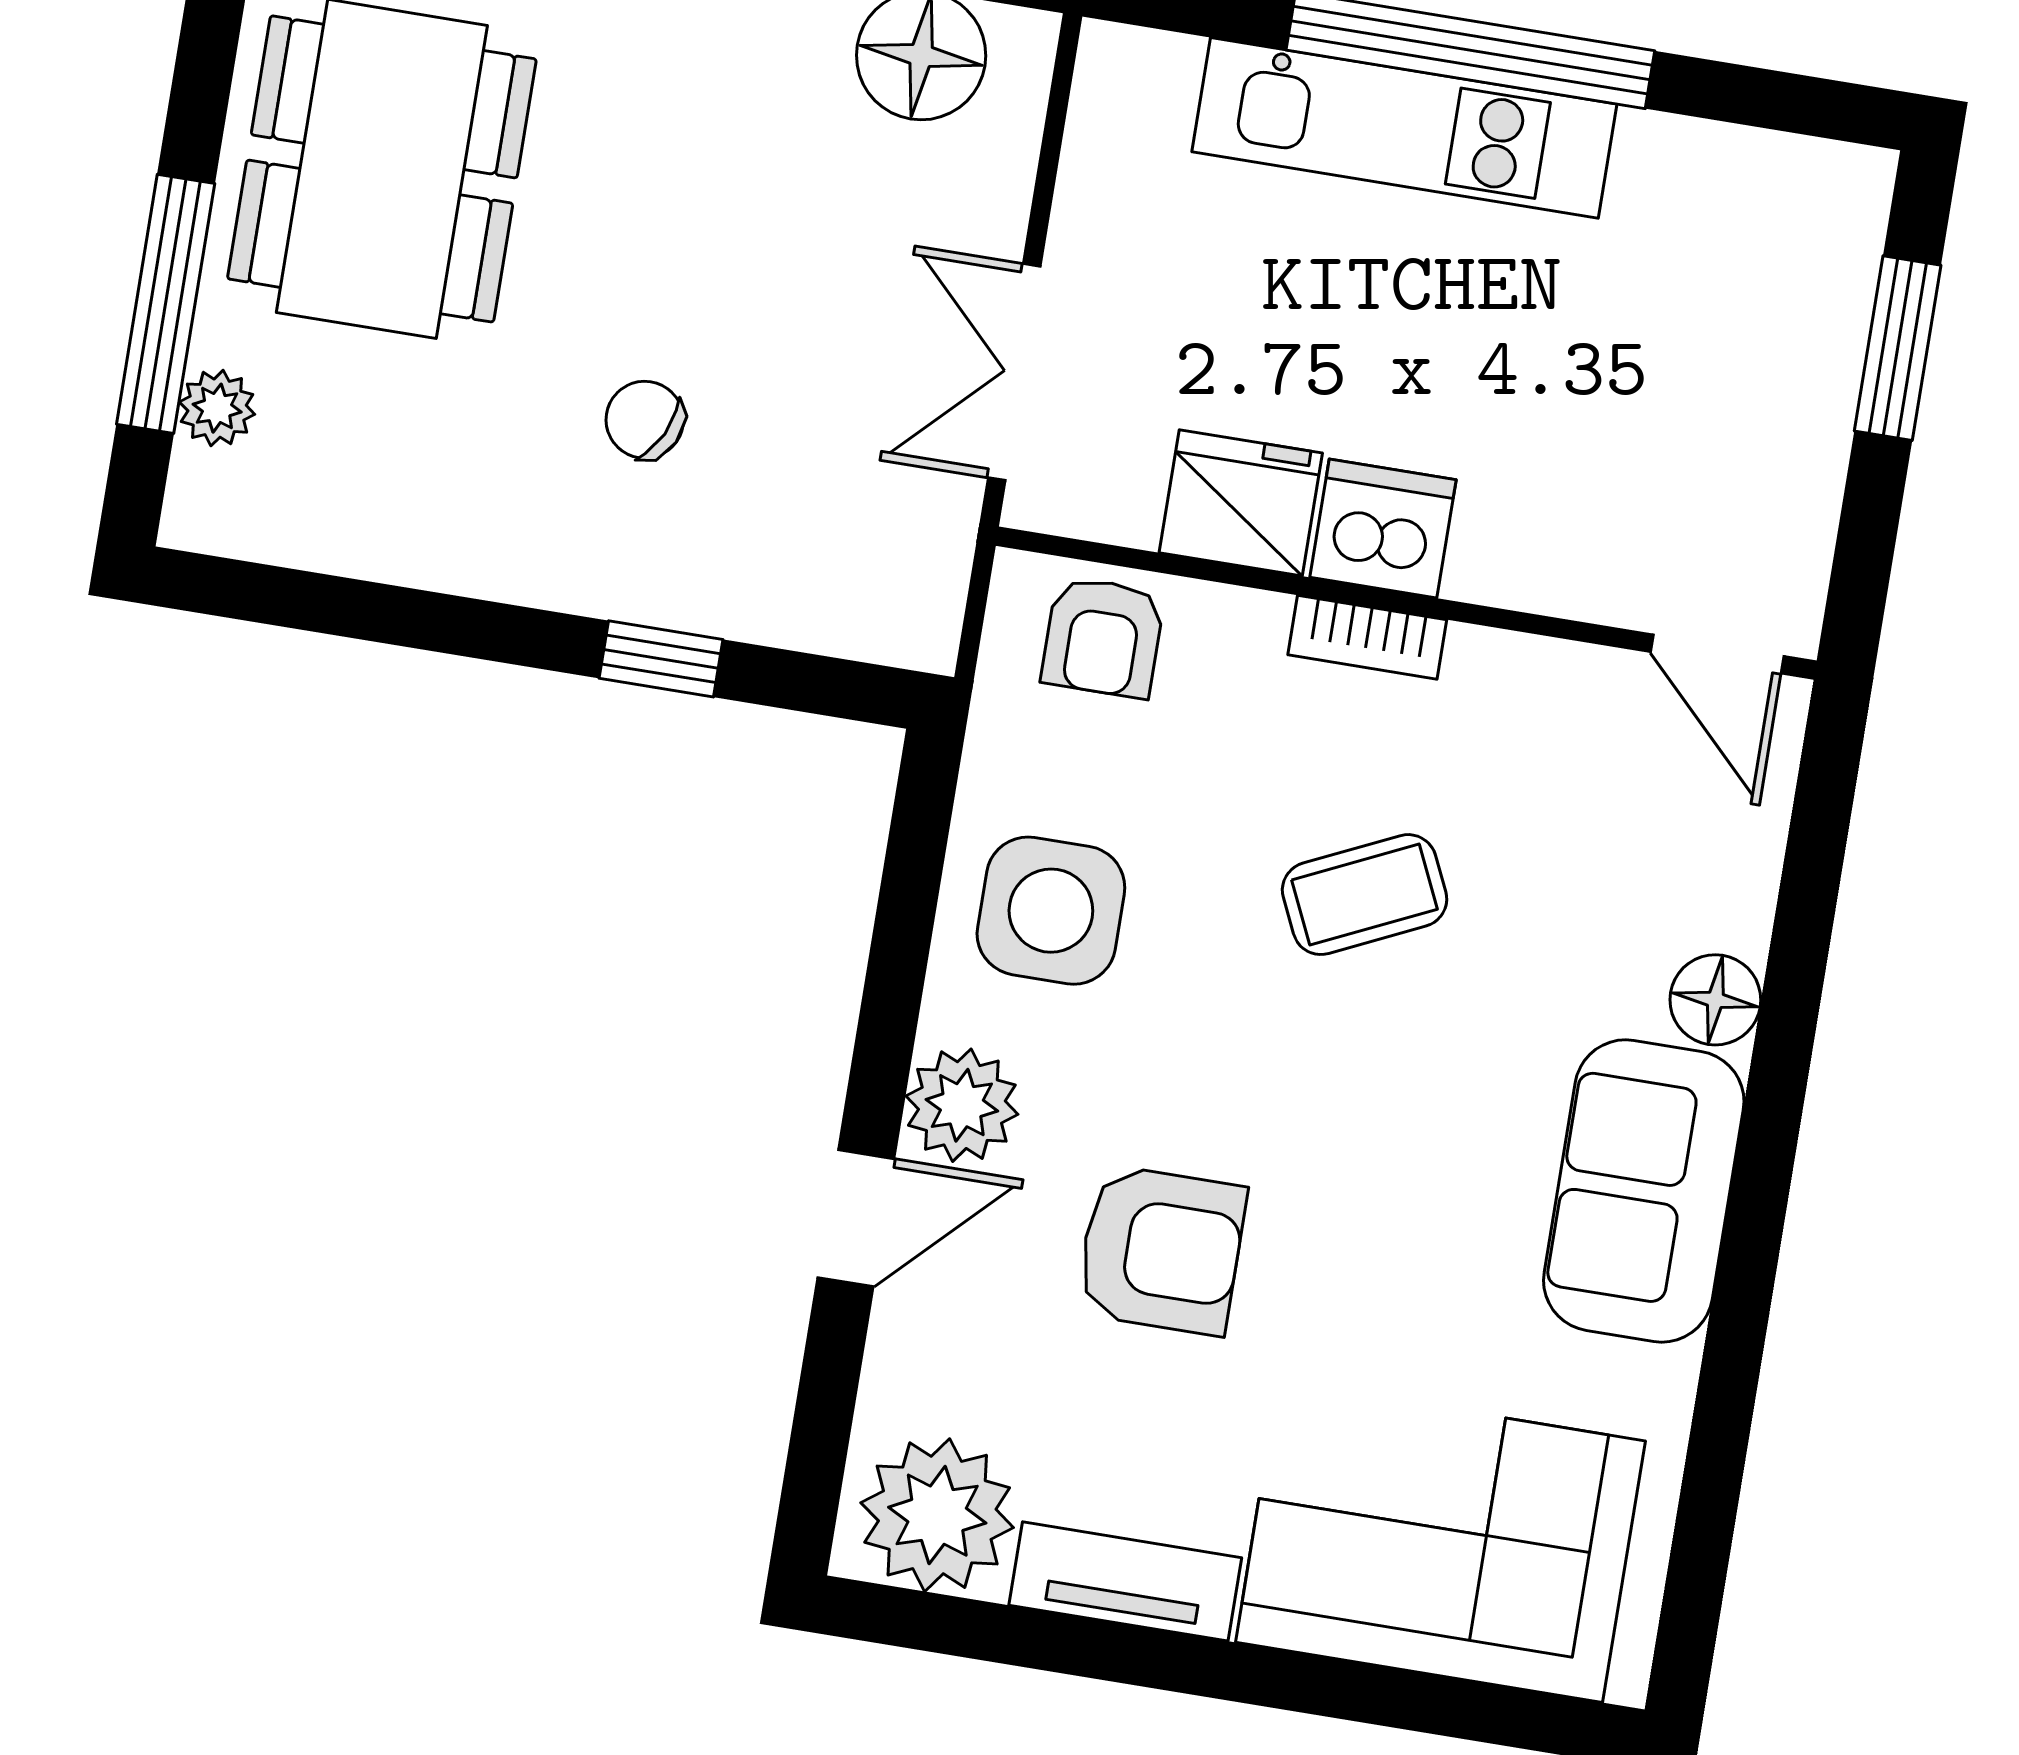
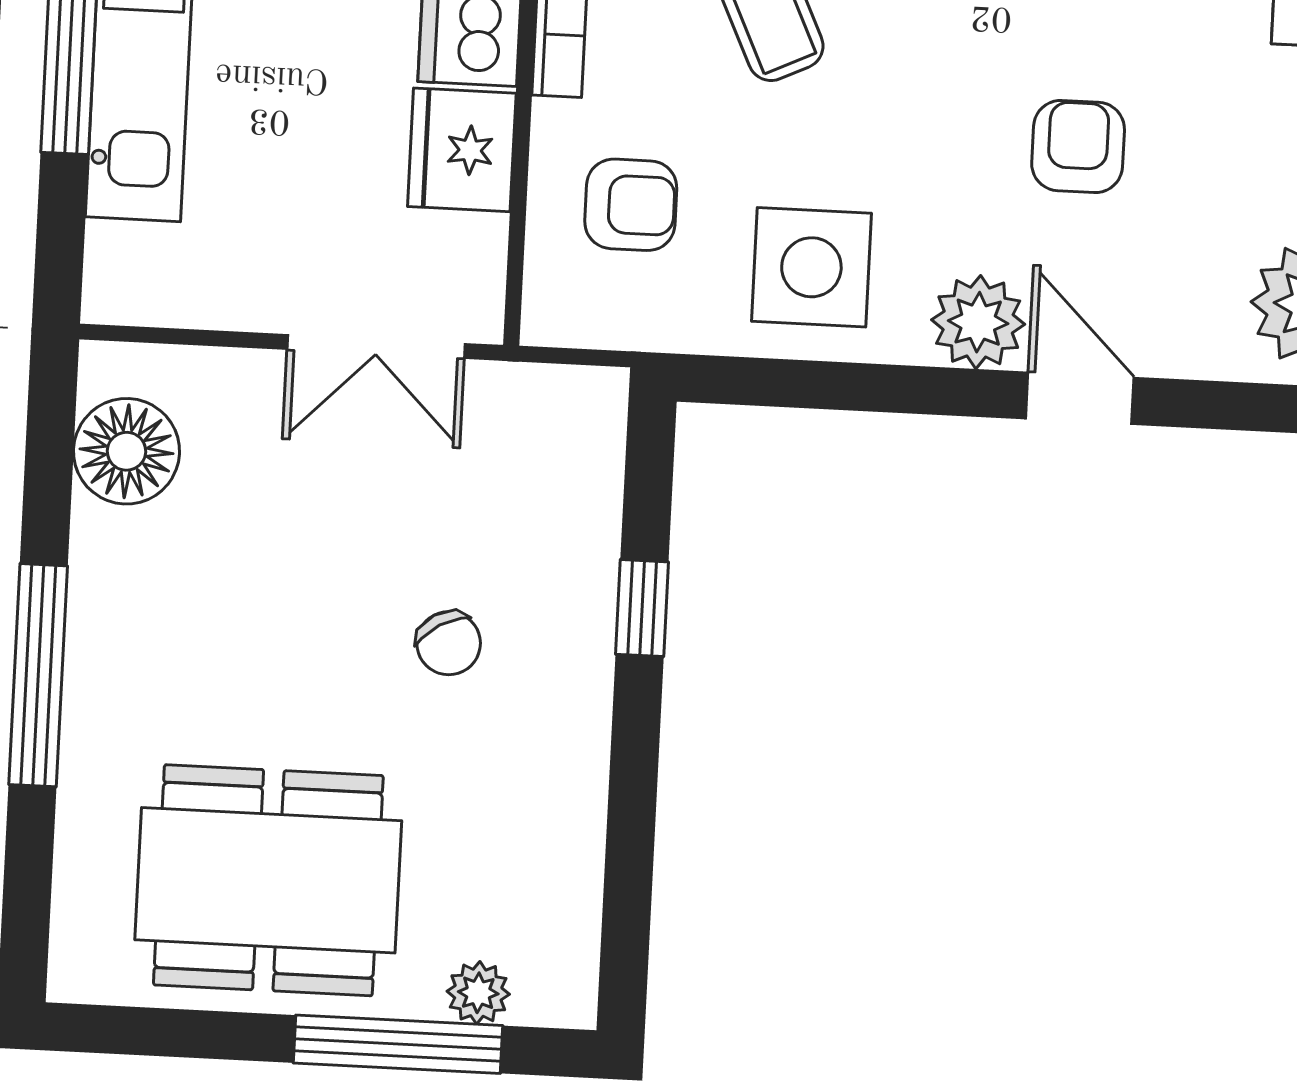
chair: (645, 420) -> (449, 643), turned -56
armchair: (1103, 637) -> (631, 205), moved
armchair: (1161, 1250) -> (1078, 146), width x0.72, depth x0.72

